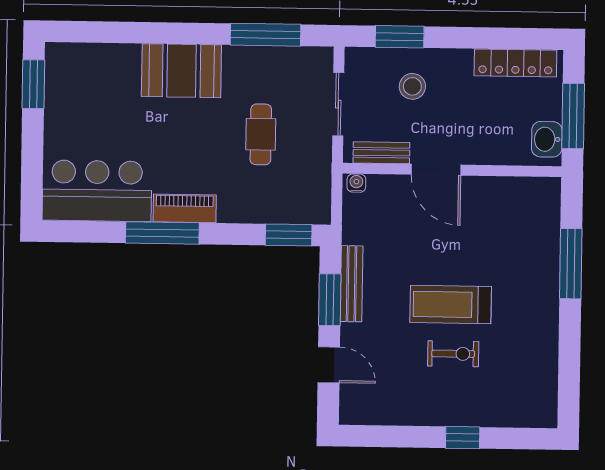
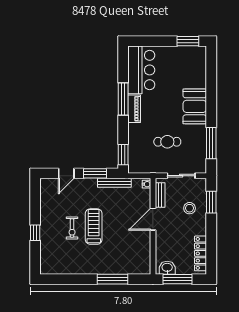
bench: (352, 284) -> (114, 183), moved

